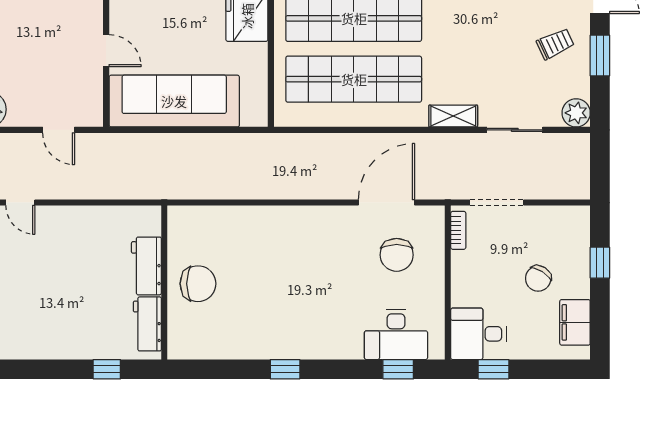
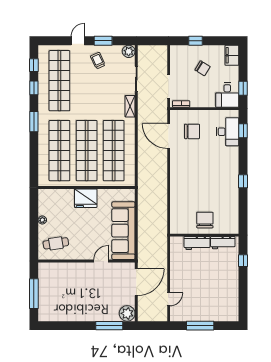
door: (59, 130) -> (136, 282), width x1.87
filing cabinet: (575, 322) -> (232, 55), moved, turned 90

